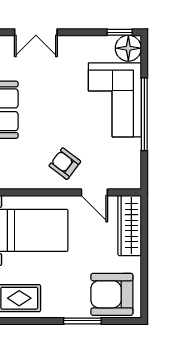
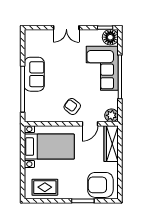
double door: (36, 32) -> (66, 28), moved
plant: (130, 178) -> (111, 115), added
door: (94, 192) -> (90, 124), hinge flipped

